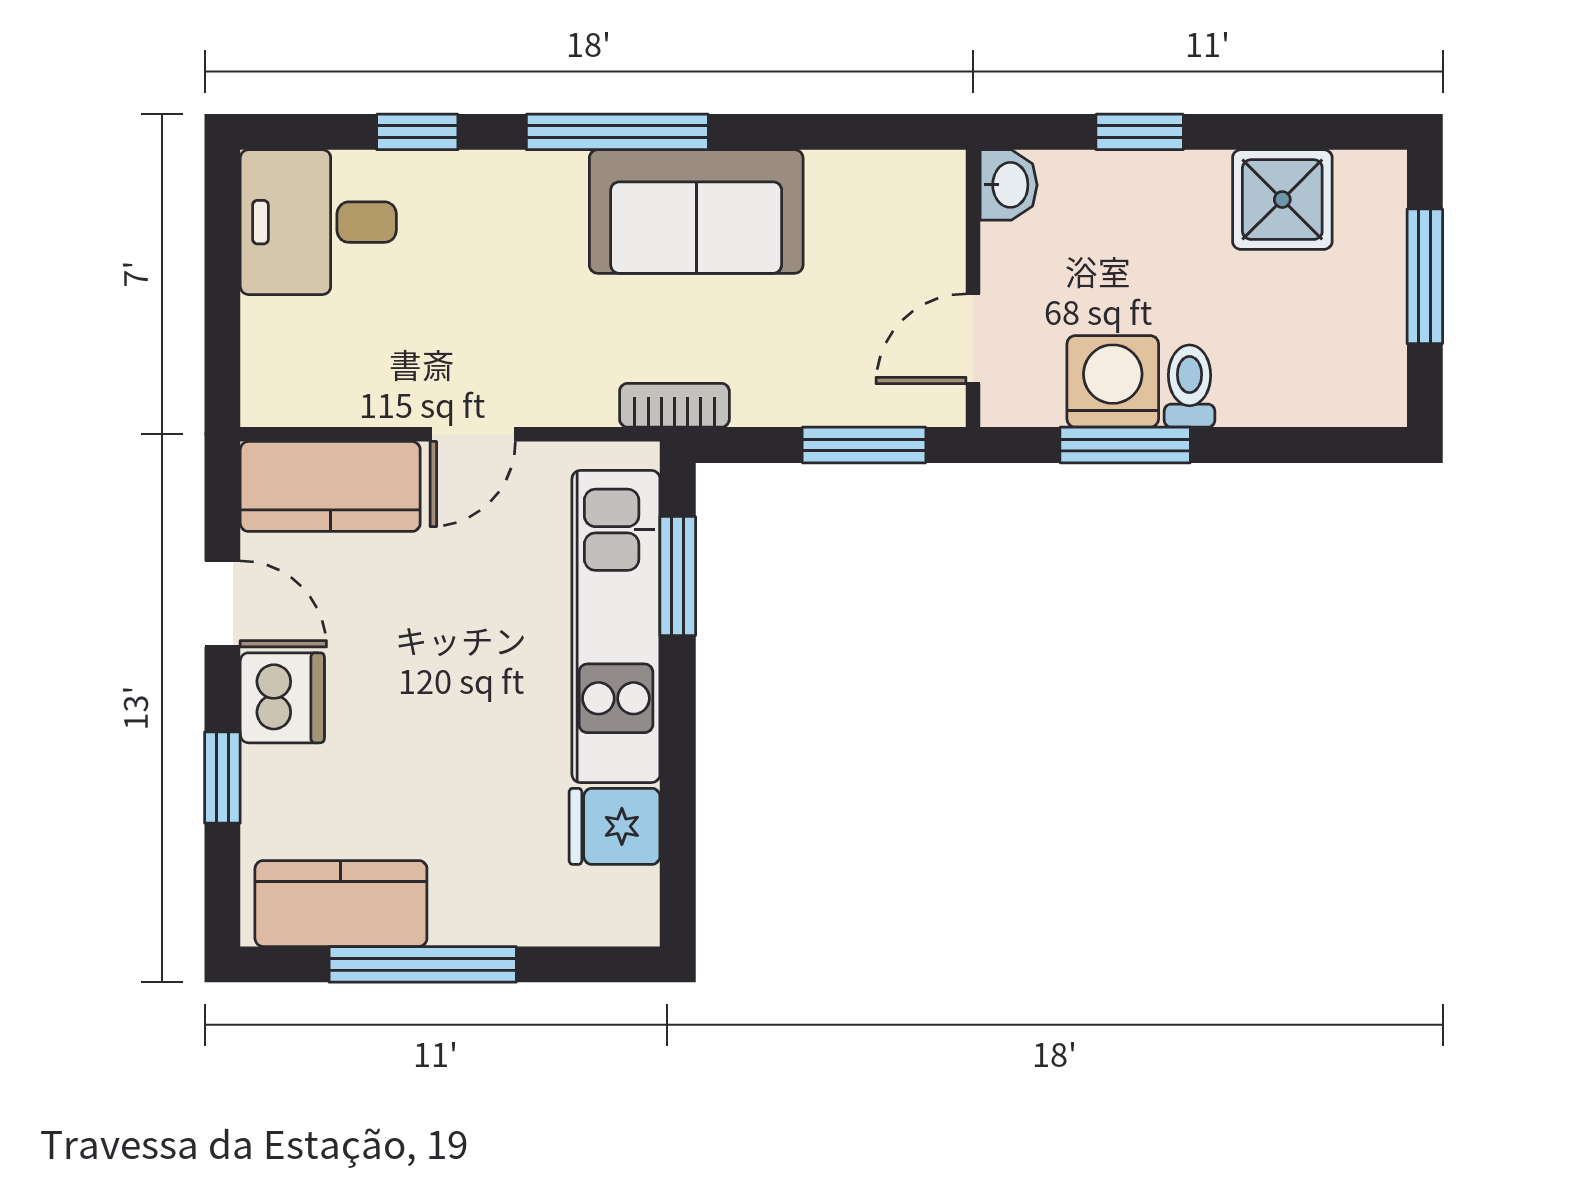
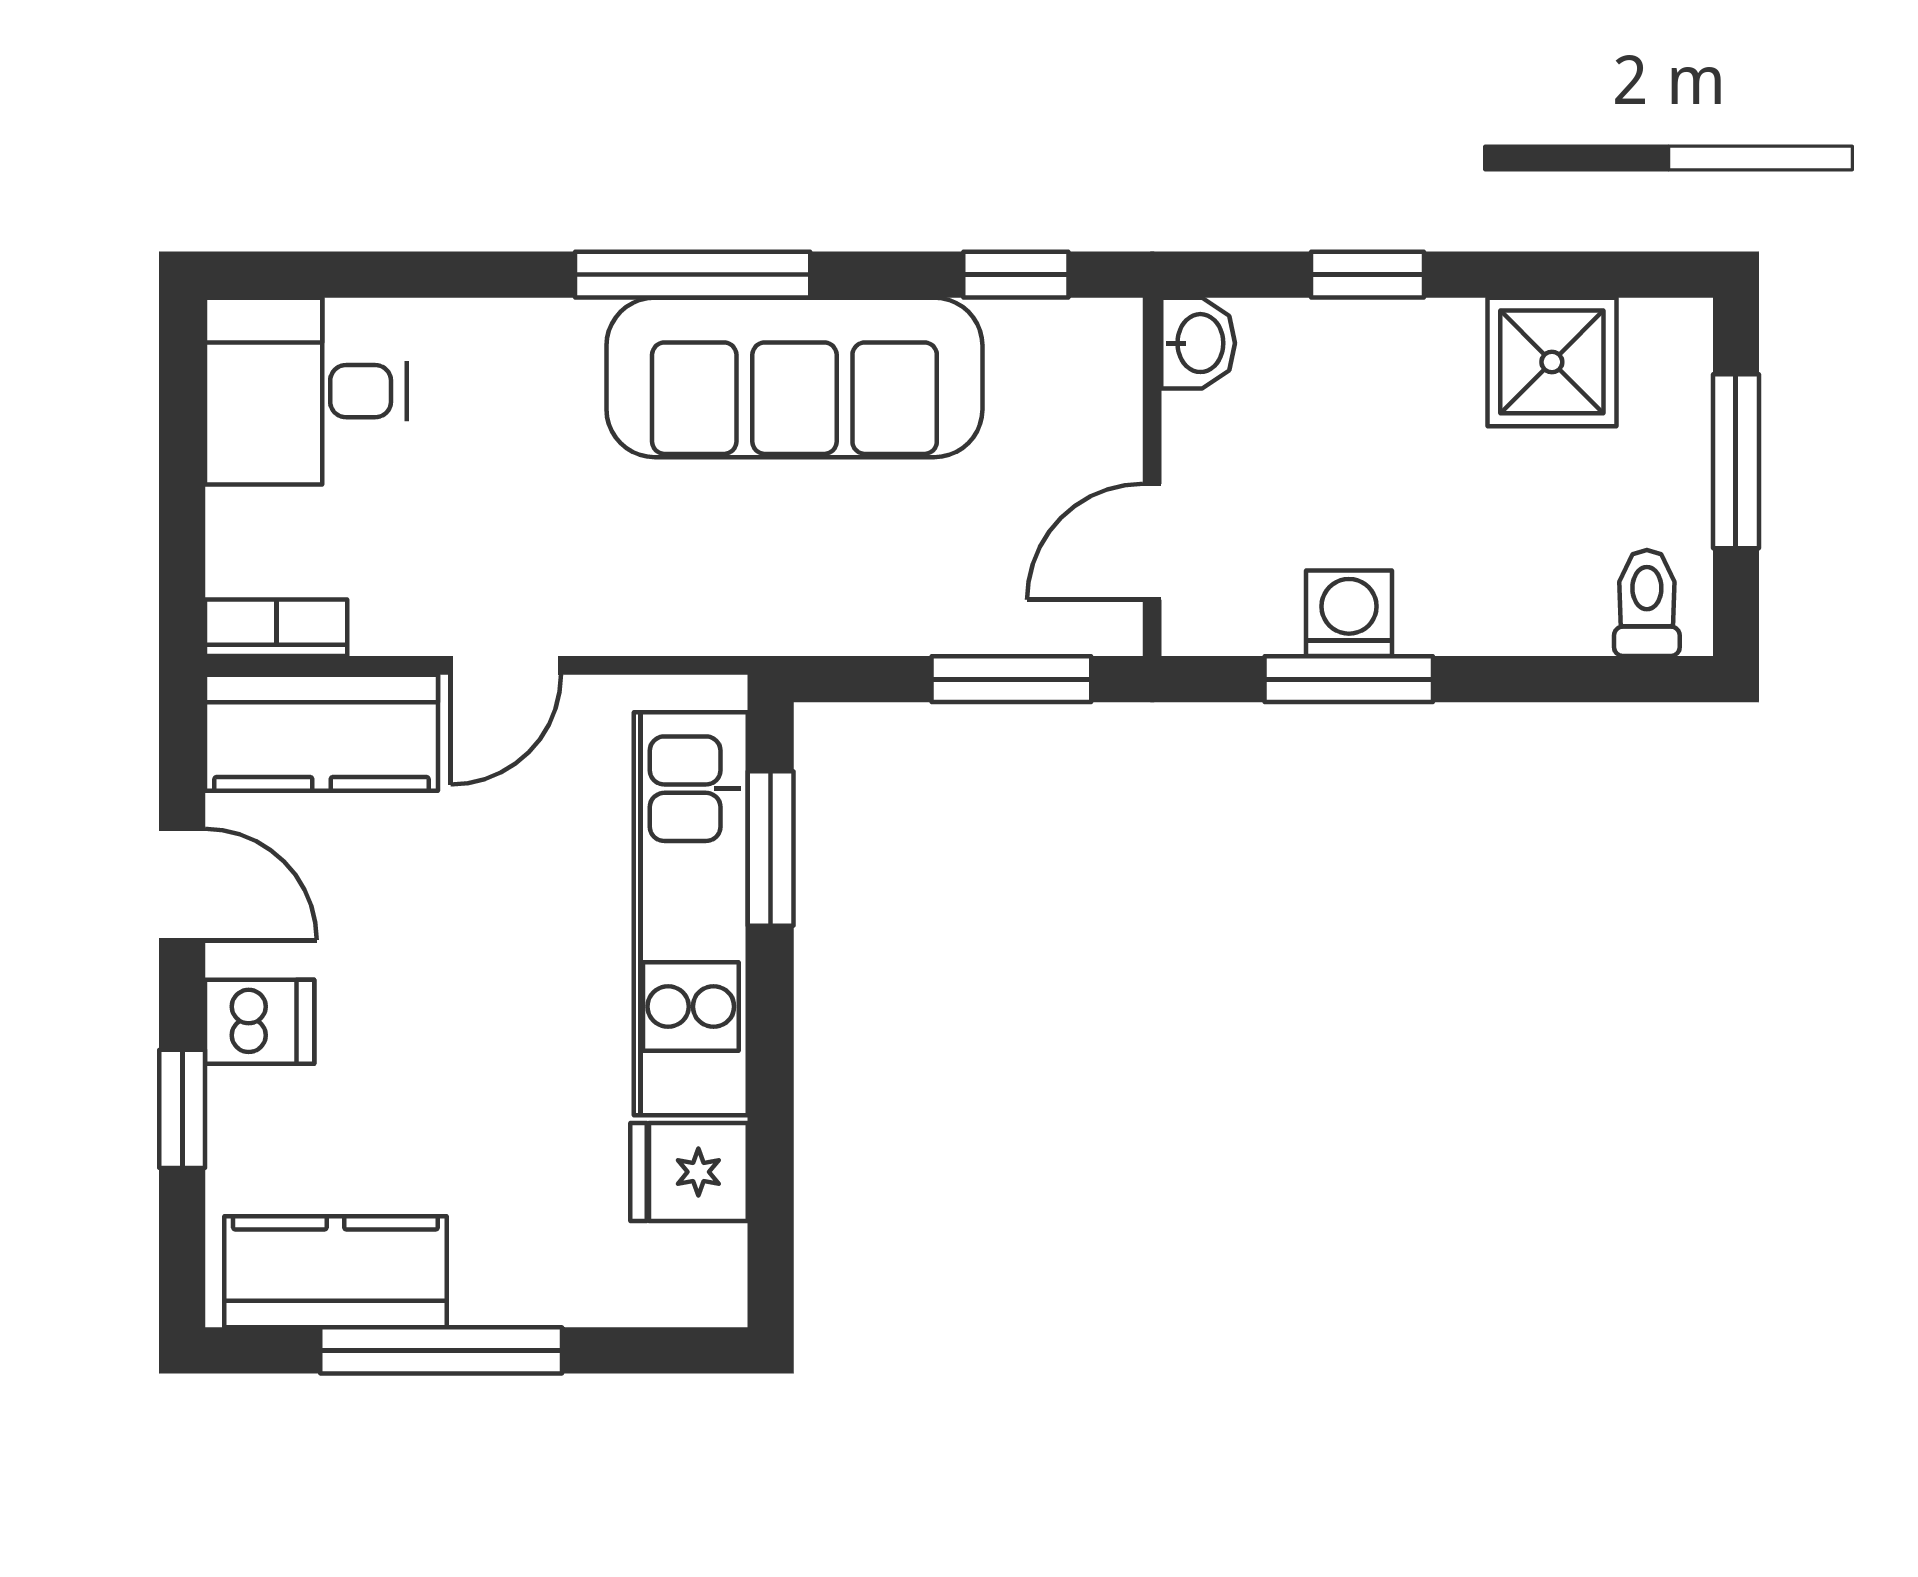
window: (417, 132) -> (1016, 275), moved
sofa: (696, 211) -> (794, 377), width x1.36
washing machine: (1113, 381) -> (1349, 613), width x0.73, depth x0.73
toilet: (1189, 386) -> (1647, 603), moved
bookcase: (674, 405) -> (276, 628), moved
dishwasher: (282, 698) -> (260, 1022), width x0.73

